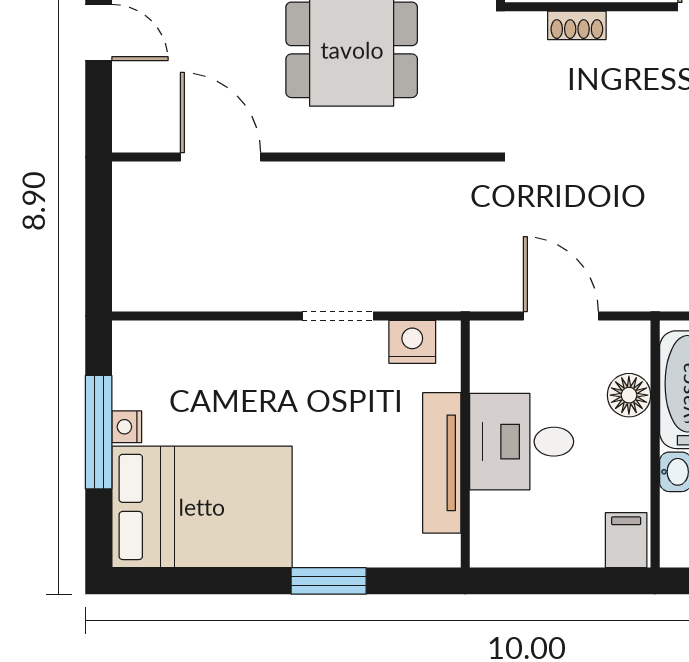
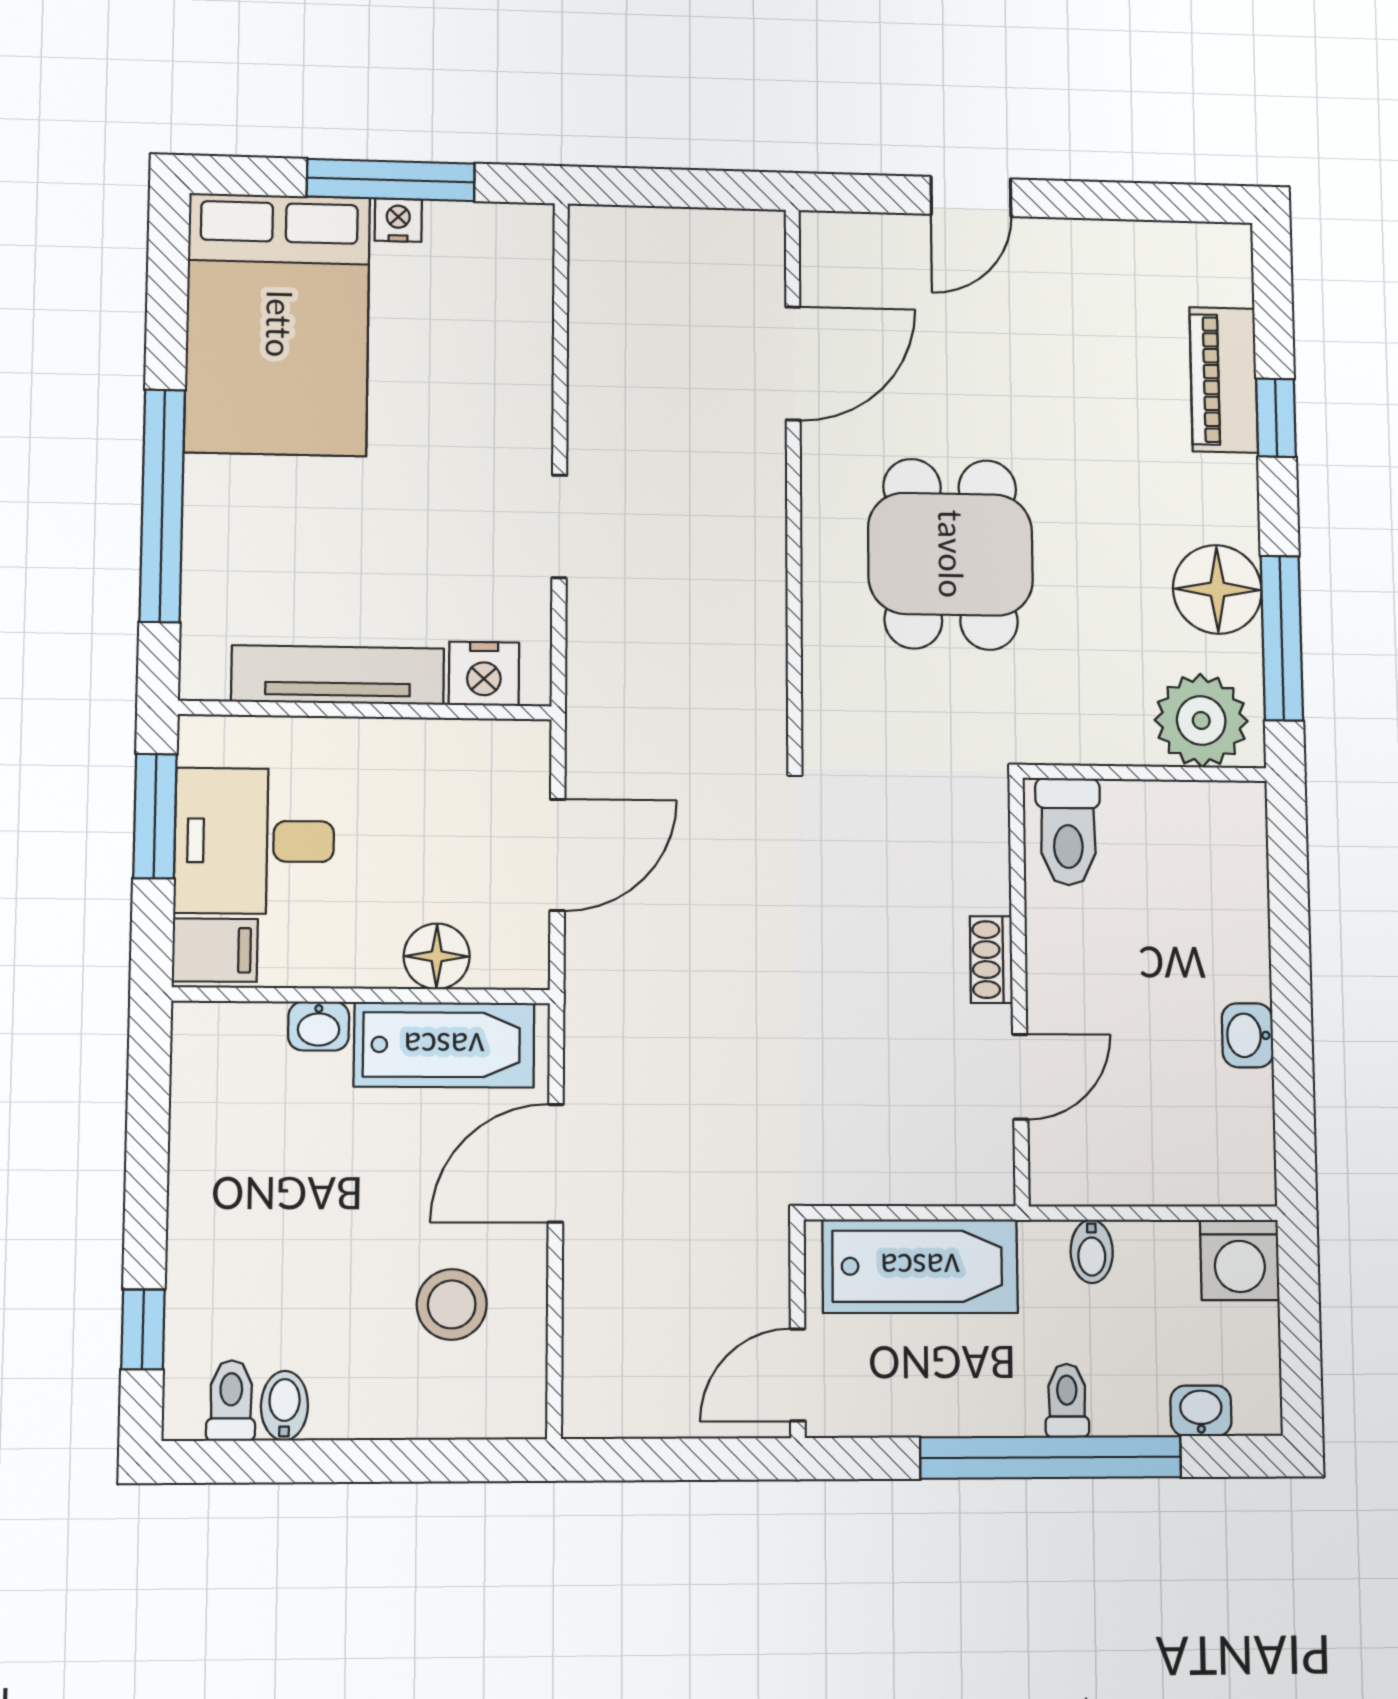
shoe rack: (577, 25) -> (991, 960), moved
nightstand: (412, 342) -> (484, 674), moved, turned 90
desk: (522, 442) -> (254, 841), moved, turned -90
window: (329, 581) -> (162, 505), width x2.11
window: (538, 581) -> (155, 816), added

